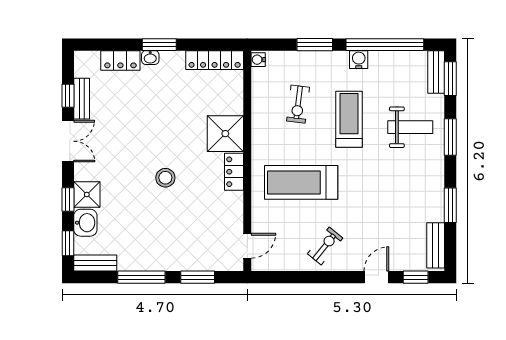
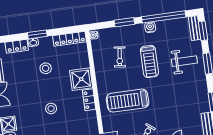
stool: (166, 106) -> (46, 68), added
treadmill: (349, 119) -> (149, 61), turned 180

